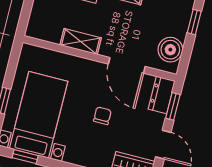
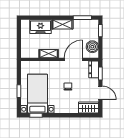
door: (127, 65) -> (73, 59), swing flipped

